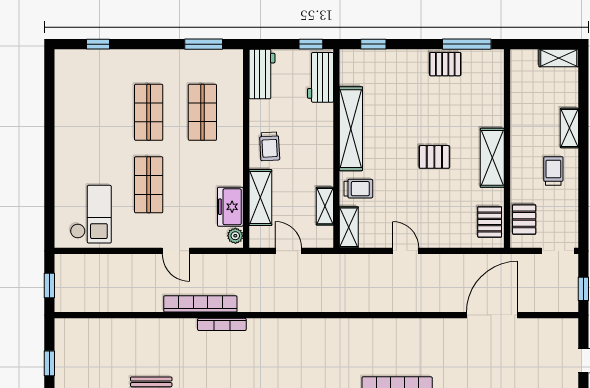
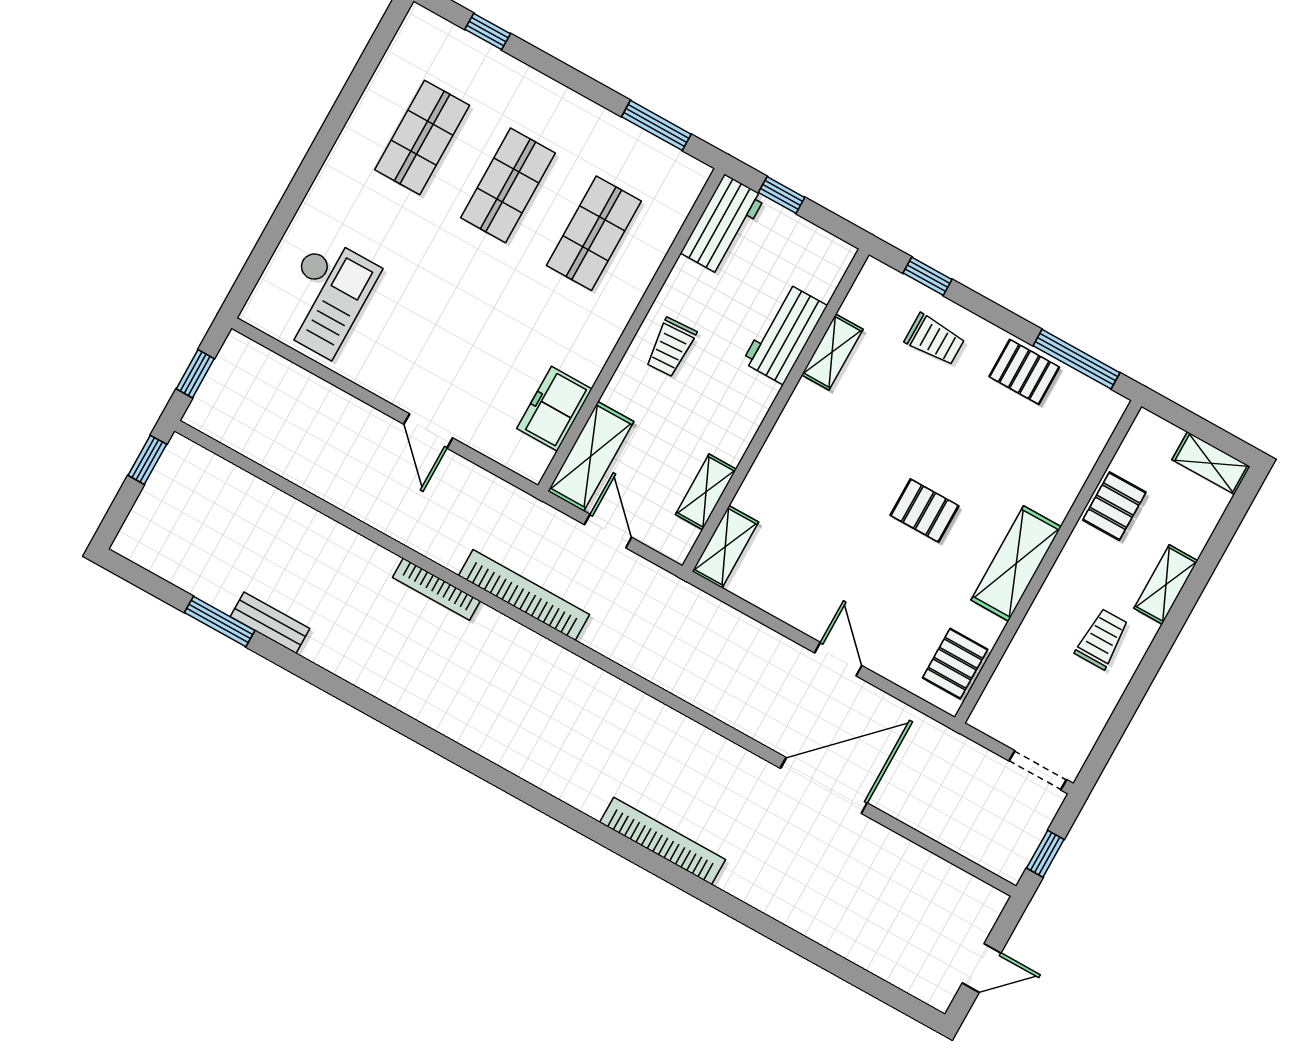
window: (311, 44) -> (782, 195), moved
workbench: (321, 77) -> (785, 334), moved
shelving: (351, 129) -> (832, 352), width x0.45, depth x0.75
shop shelf: (149, 185) -> (422, 138), moved
trolley: (358, 189) -> (935, 340), moved
shelving: (260, 198) -> (591, 456), moved
pallet: (524, 219) -> (1114, 506), moved
plant: (235, 236) -> (537, 459), removed
door: (406, 251) -> (838, 659), moved
bookcase: (200, 304) -> (524, 595), moved
door: (492, 315) -> (824, 785), moved
window: (49, 363) -> (147, 460), moved

